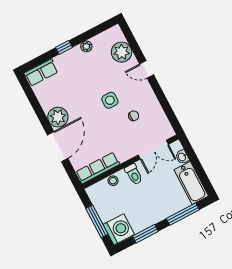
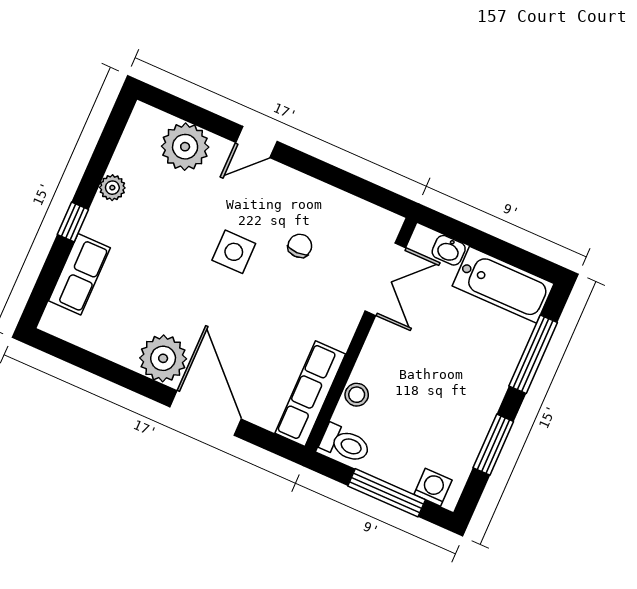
row of seats: (41, 73) -> (79, 274), moved
toilet: (134, 174) -> (345, 444), moved
washing machine: (119, 229) -> (433, 487), width x0.53, depth x0.53

